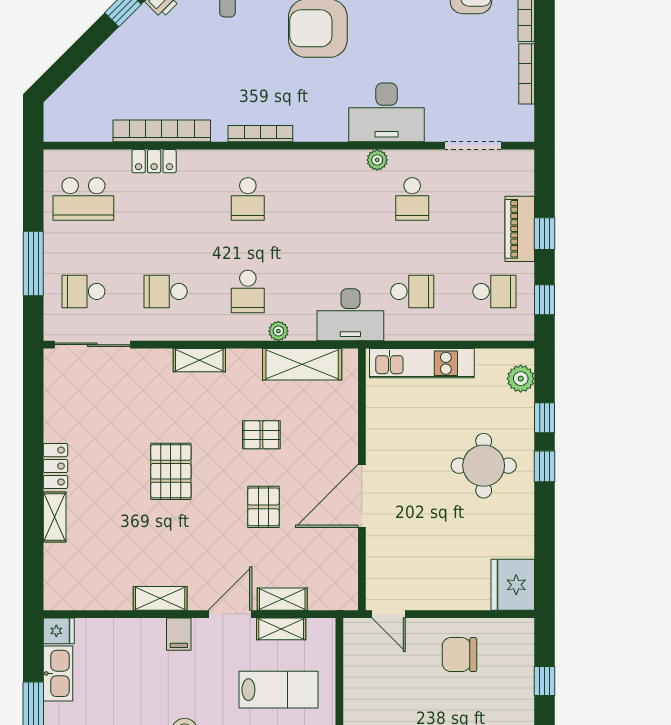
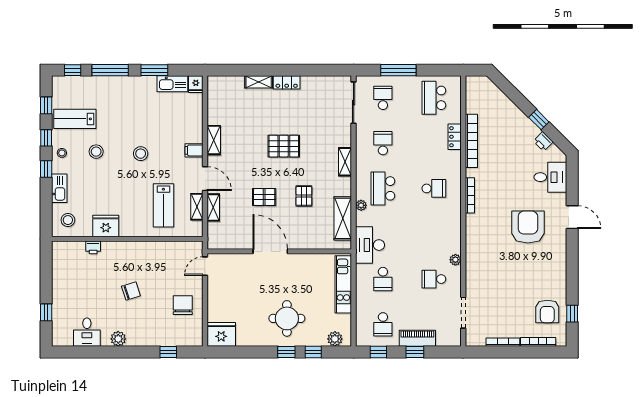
desk: (386, 112) -> (482, 265), removed
school desk: (248, 199) -> (434, 188), turned 180
school desk: (248, 291) -> (383, 188), width x1.85

